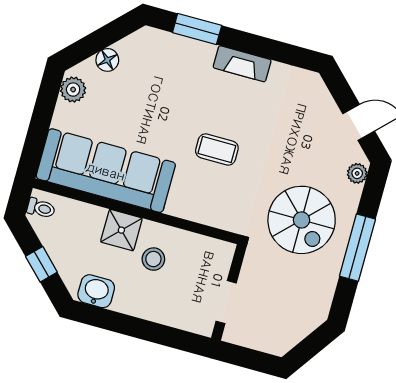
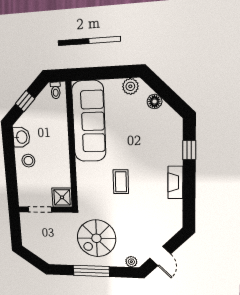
window: (197, 29) -> (189, 150), width x0.67
shower: (121, 230) -> (62, 197), moved
stool: (153, 259) -> (28, 161), moved

